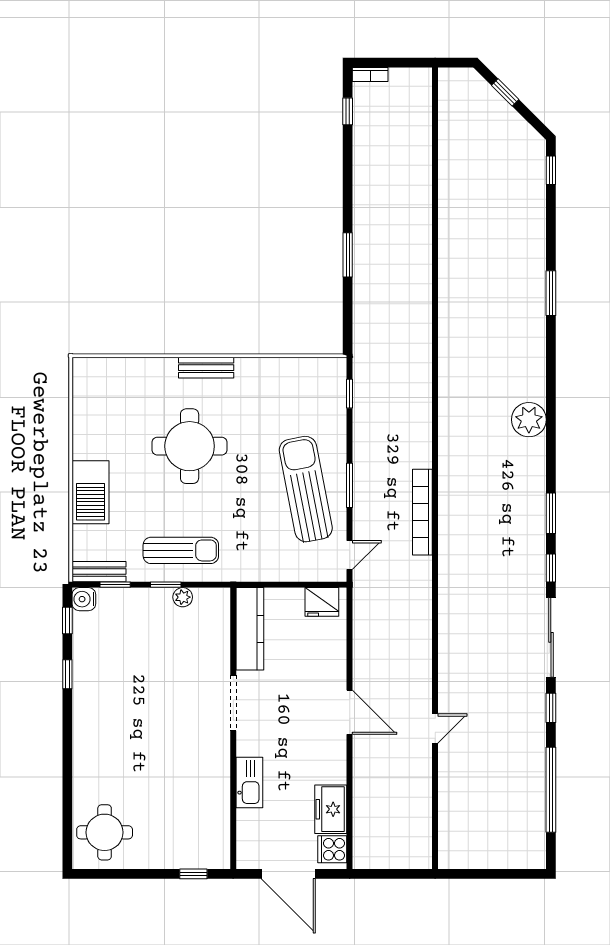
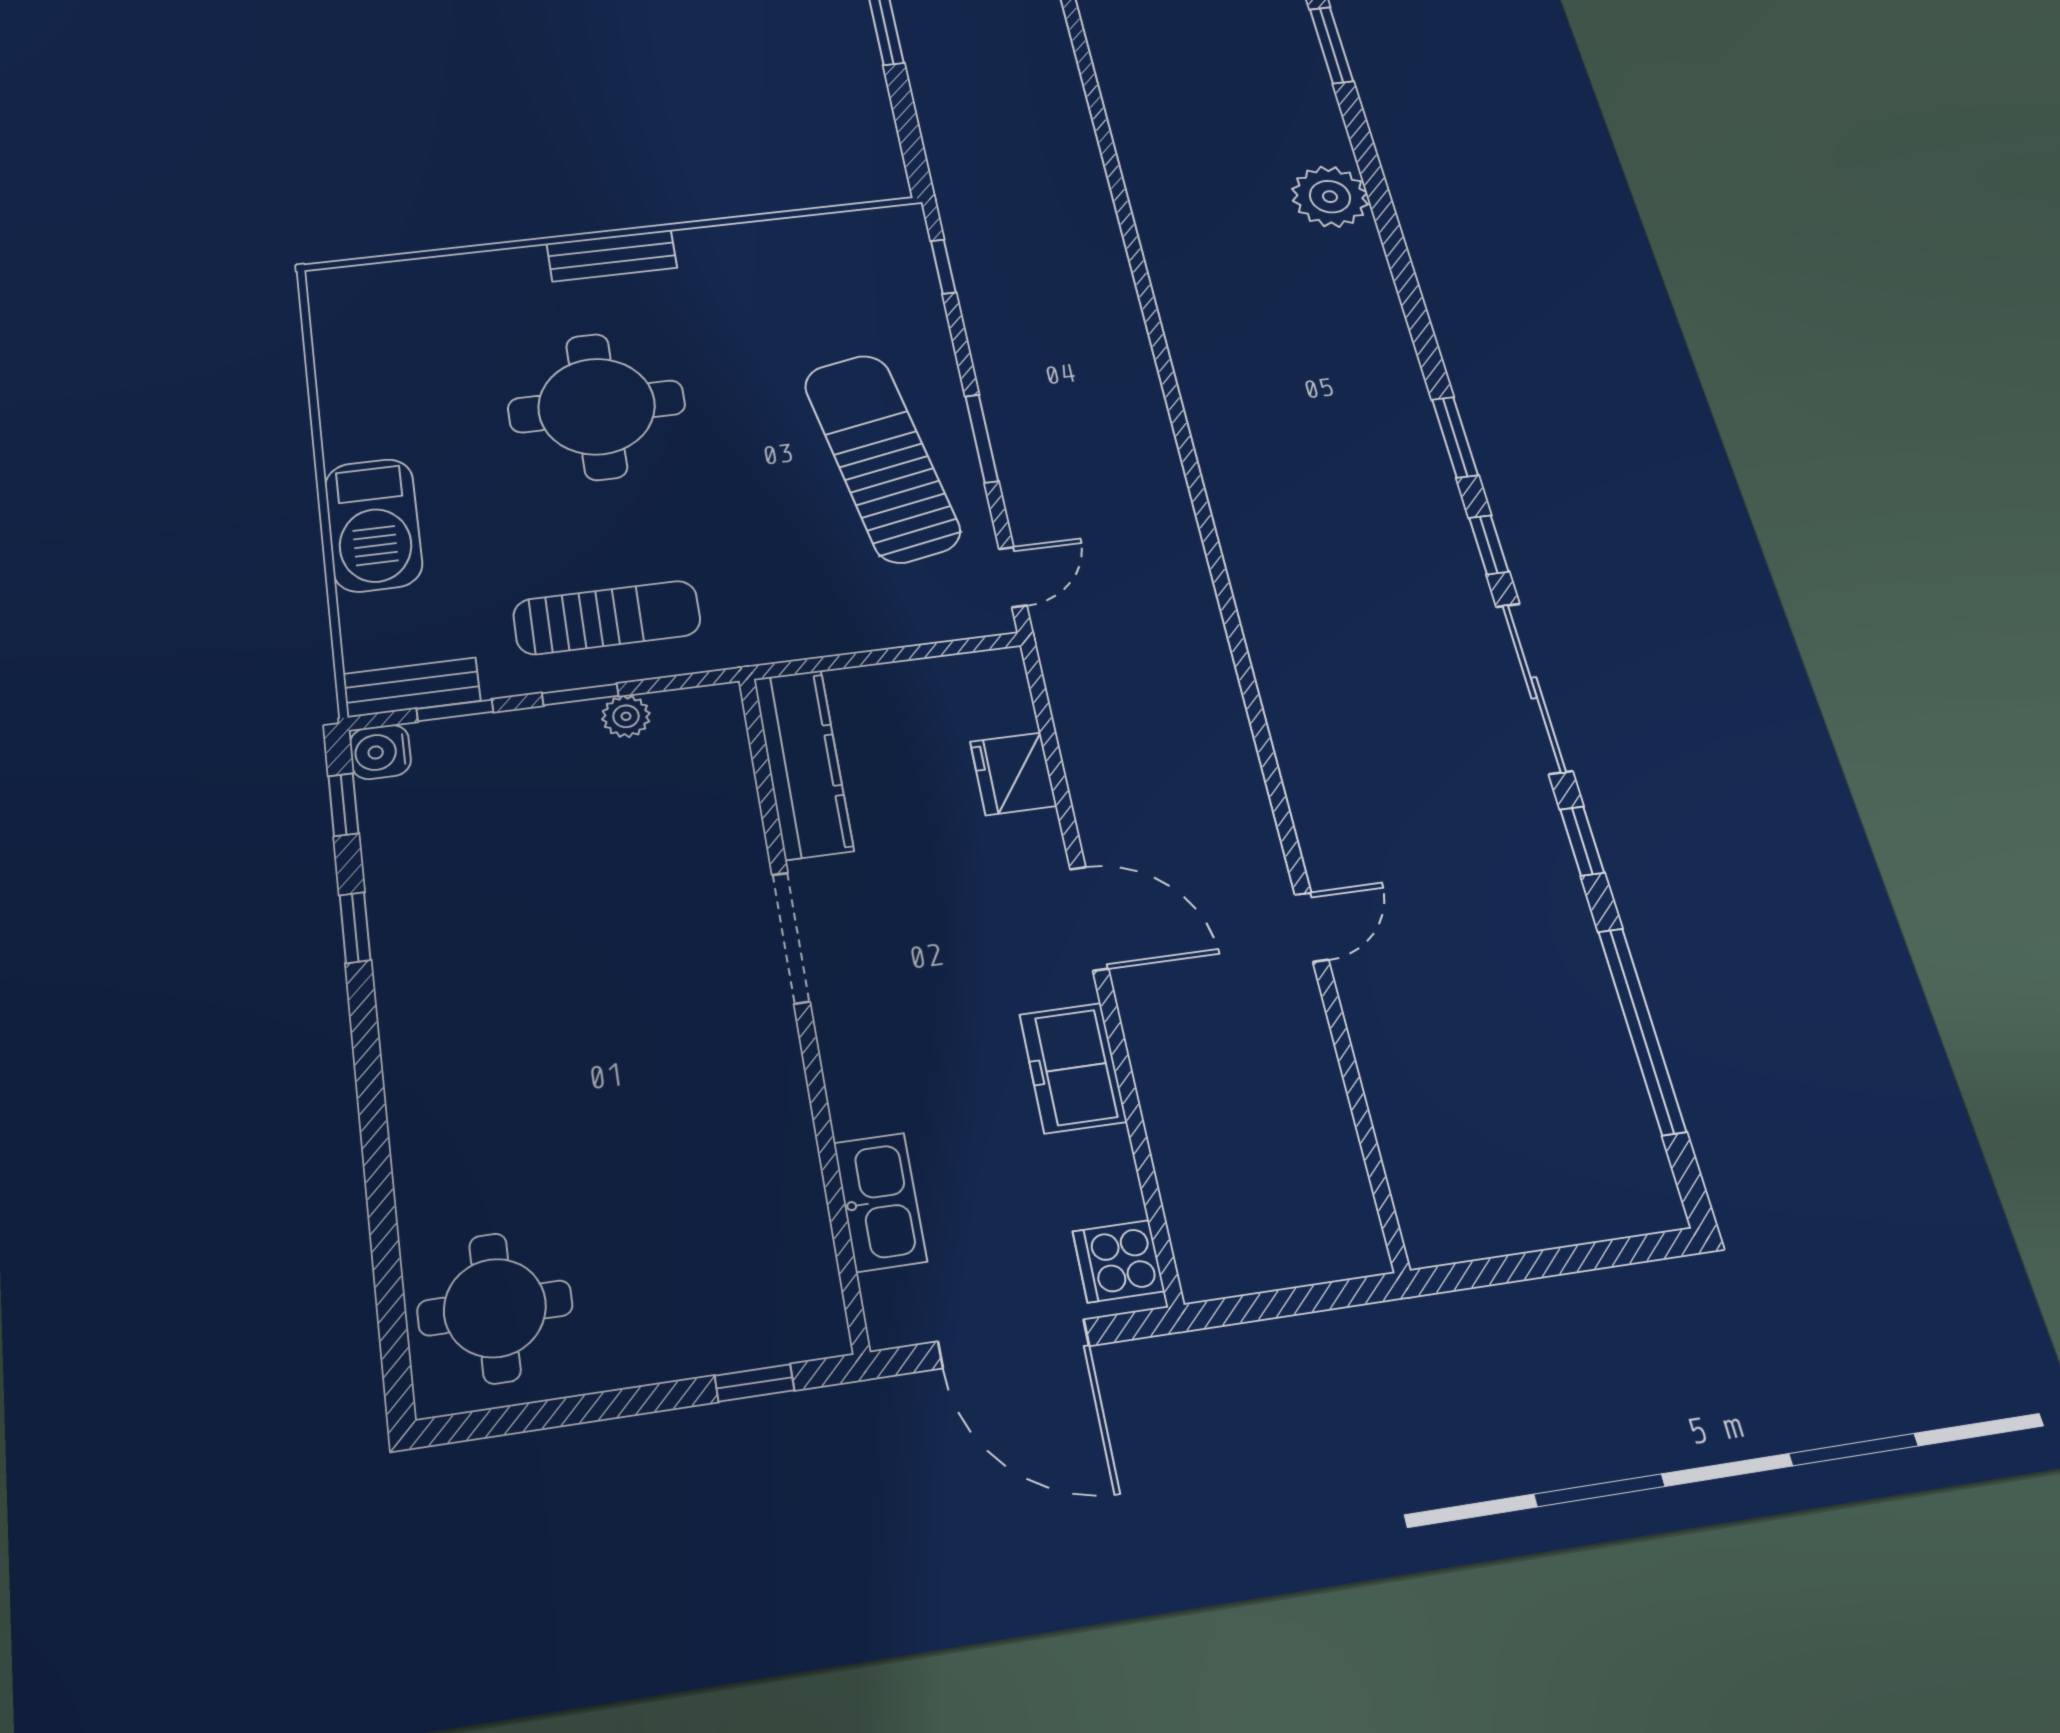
plant: (529, 420) -> (1330, 197), moved
bookcase: (422, 512) -> (1162, 470), removed
fridge: (322, 602) -> (1013, 774), moved, turned 90
kitchen sink: (249, 783) -> (880, 1202), moved
freezer: (331, 809) -> (1073, 1068), moved

